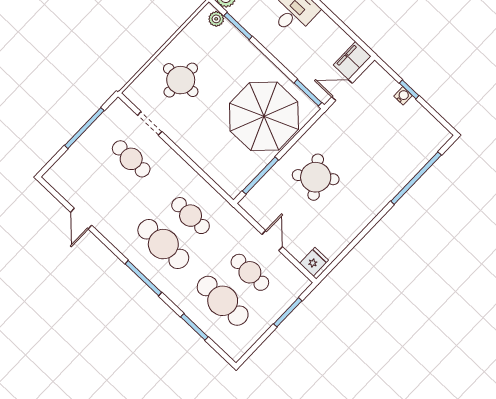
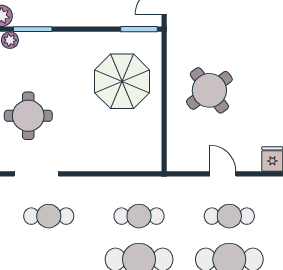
parasol: (264, 116) -> (122, 81), width x0.73, depth x0.73
doorway: (150, 123) -> (37, 174), width x1.38
window: (260, 176) -> (164, 131), removed

